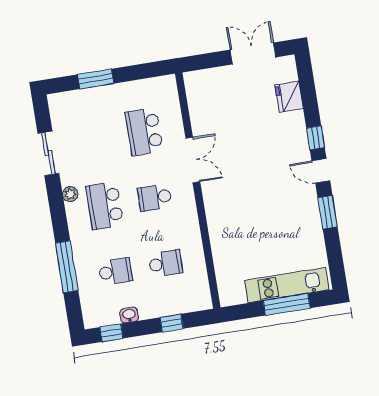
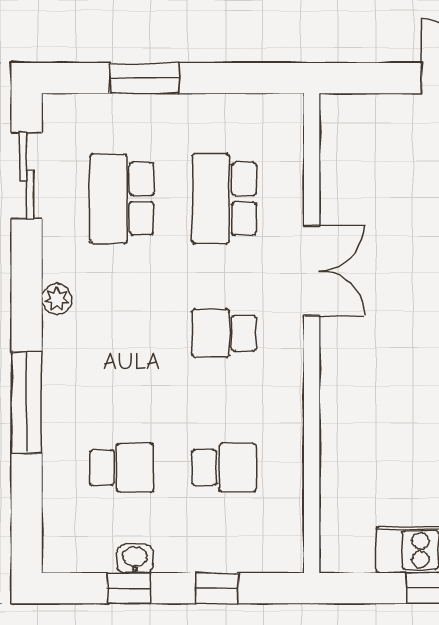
sliding door: (48, 153) -> (27, 176), moved
school desk: (105, 206) -> (122, 199), moved
window: (67, 267) -> (27, 402), moved
window: (111, 333) -> (129, 588), moved

